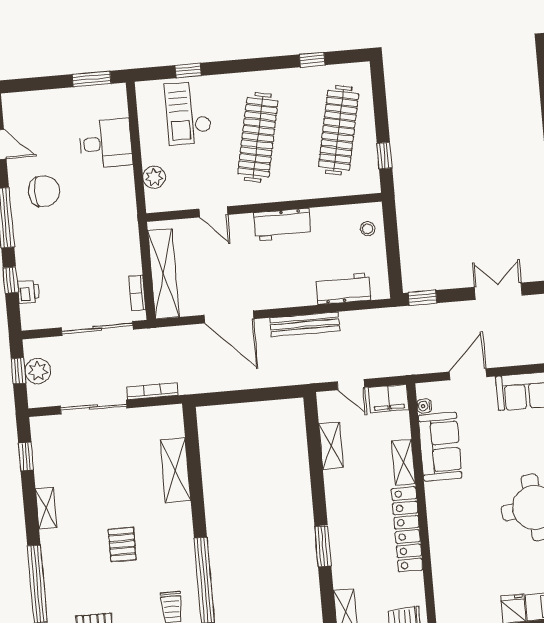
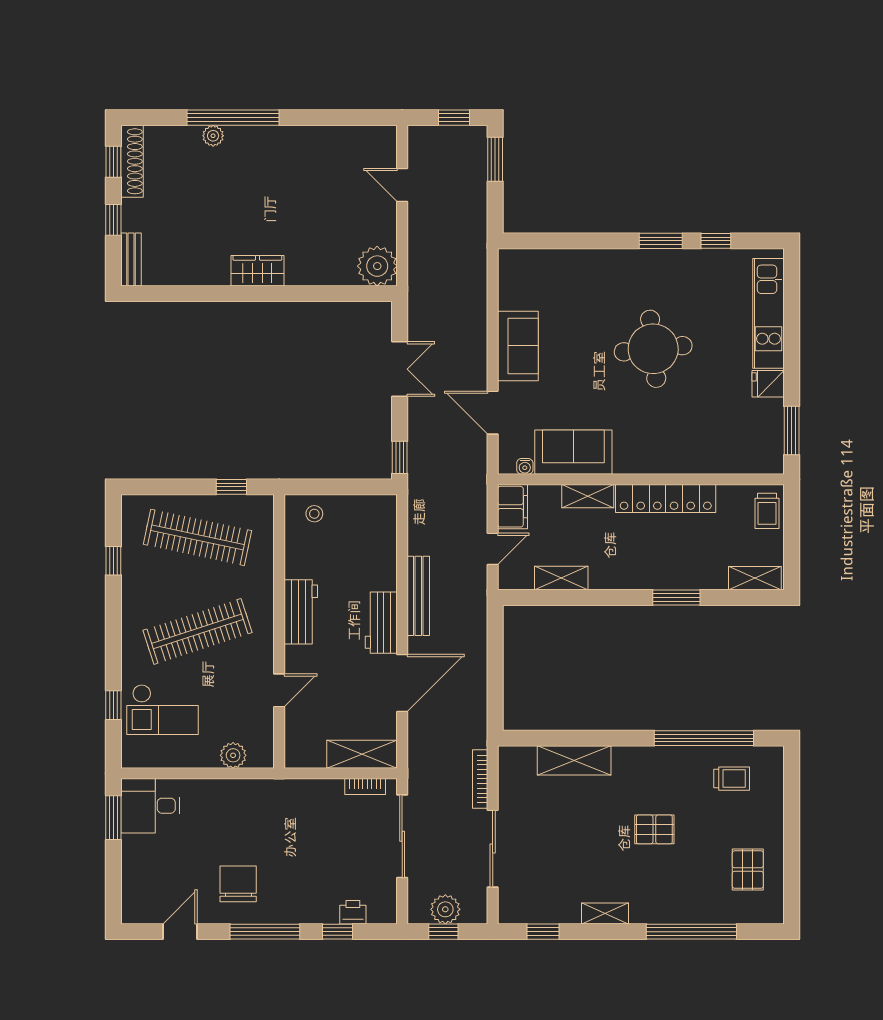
clothes rail: (258, 137) -> (197, 631), turned -30
desk: (106, 143) -> (150, 806), moved, turned -90
shelving: (163, 274) -> (362, 754), width x0.68
workbench: (343, 289) -> (381, 623), moved
double door: (498, 291) -> (400, 369), swing flipped

